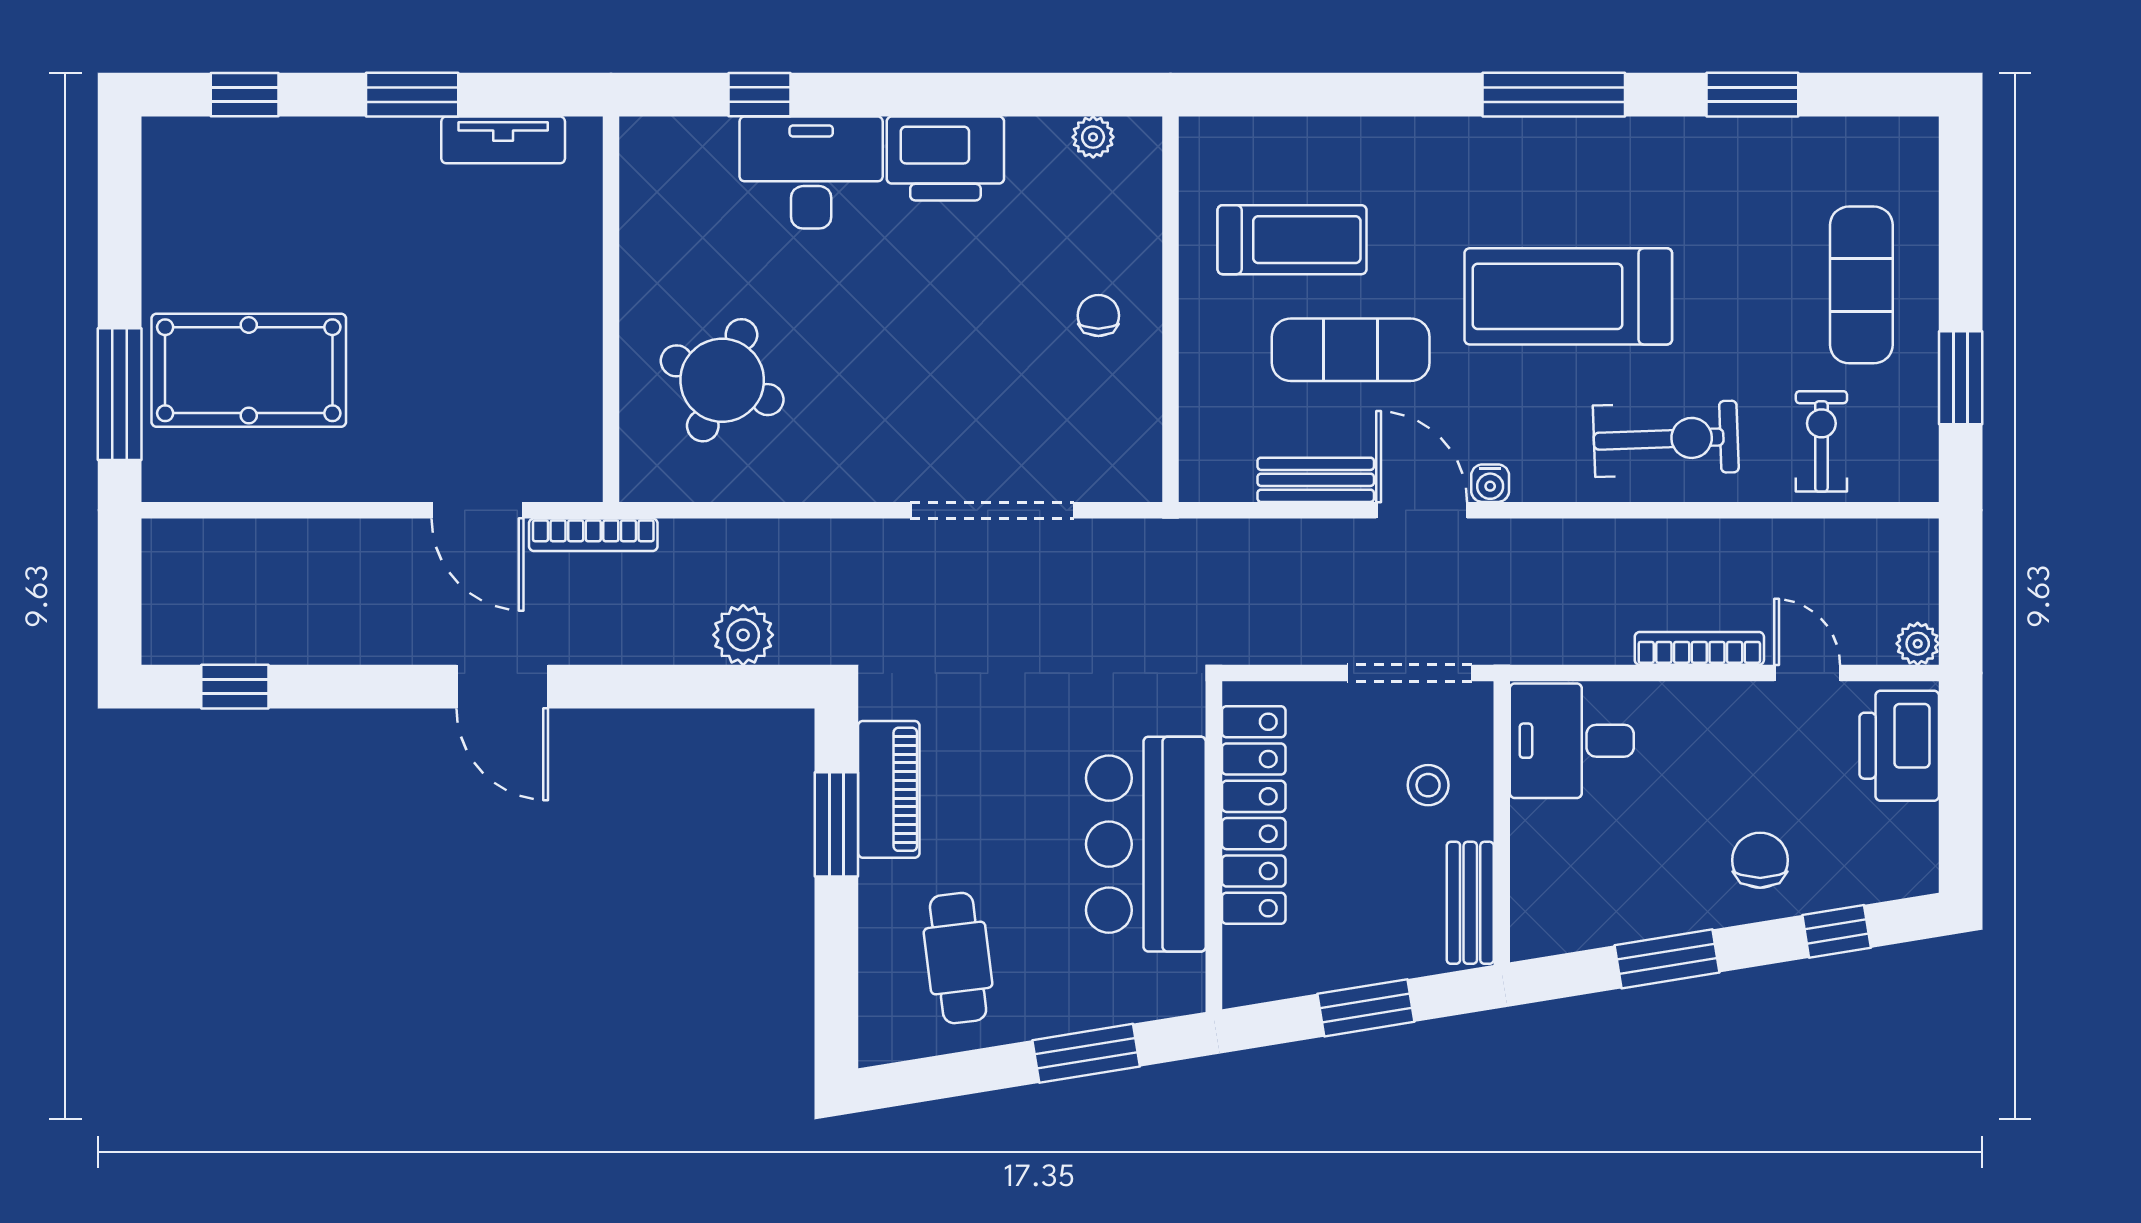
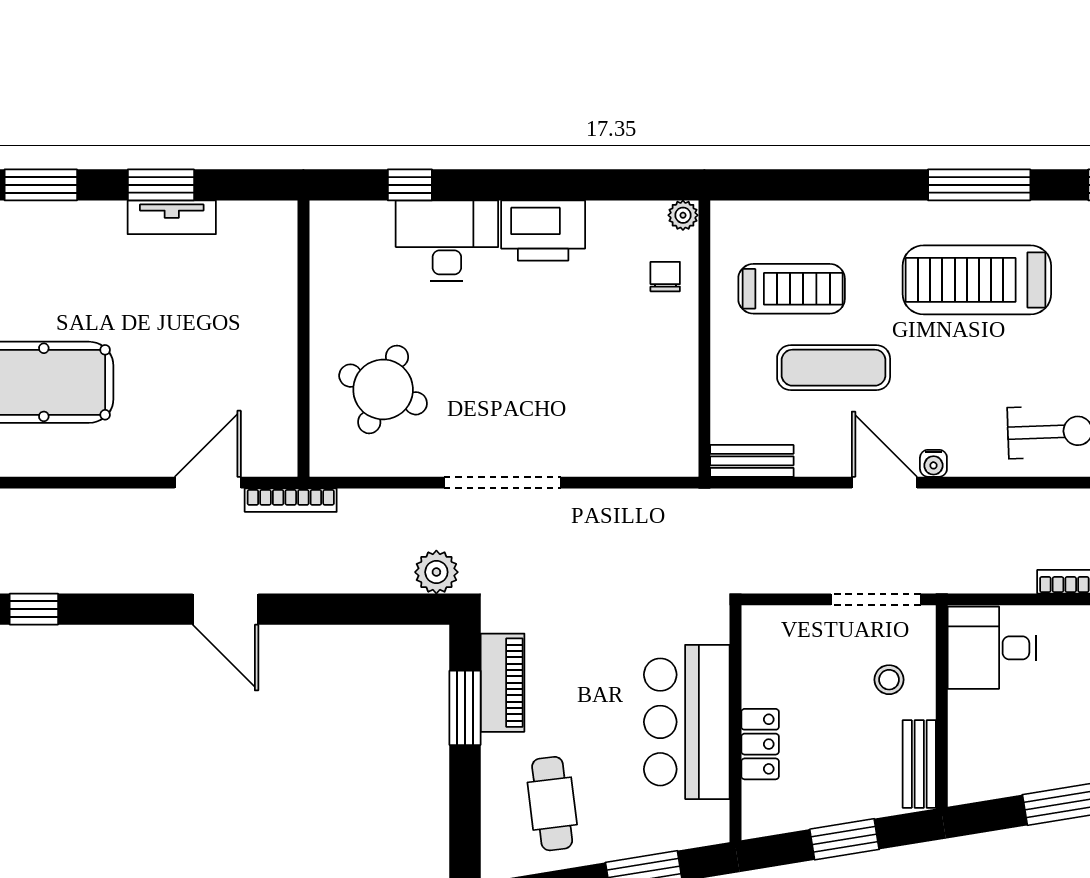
window: (245, 95) -> (41, 185), width x1.50
plant: (1093, 137) -> (683, 215), moved
tv unit: (503, 140) -> (172, 217), moved
treadmill: (1568, 296) -> (977, 280), moved
chair: (1098, 316) -> (665, 277), moved
bench: (1316, 480) -> (752, 461), moved
door: (477, 510) -> (208, 483), swing flipped
doorway: (992, 510) -> (503, 483), moved
plant: (743, 635) -> (436, 572), moved
locker: (1254, 815) -> (760, 744), width x0.46, depth x0.83

